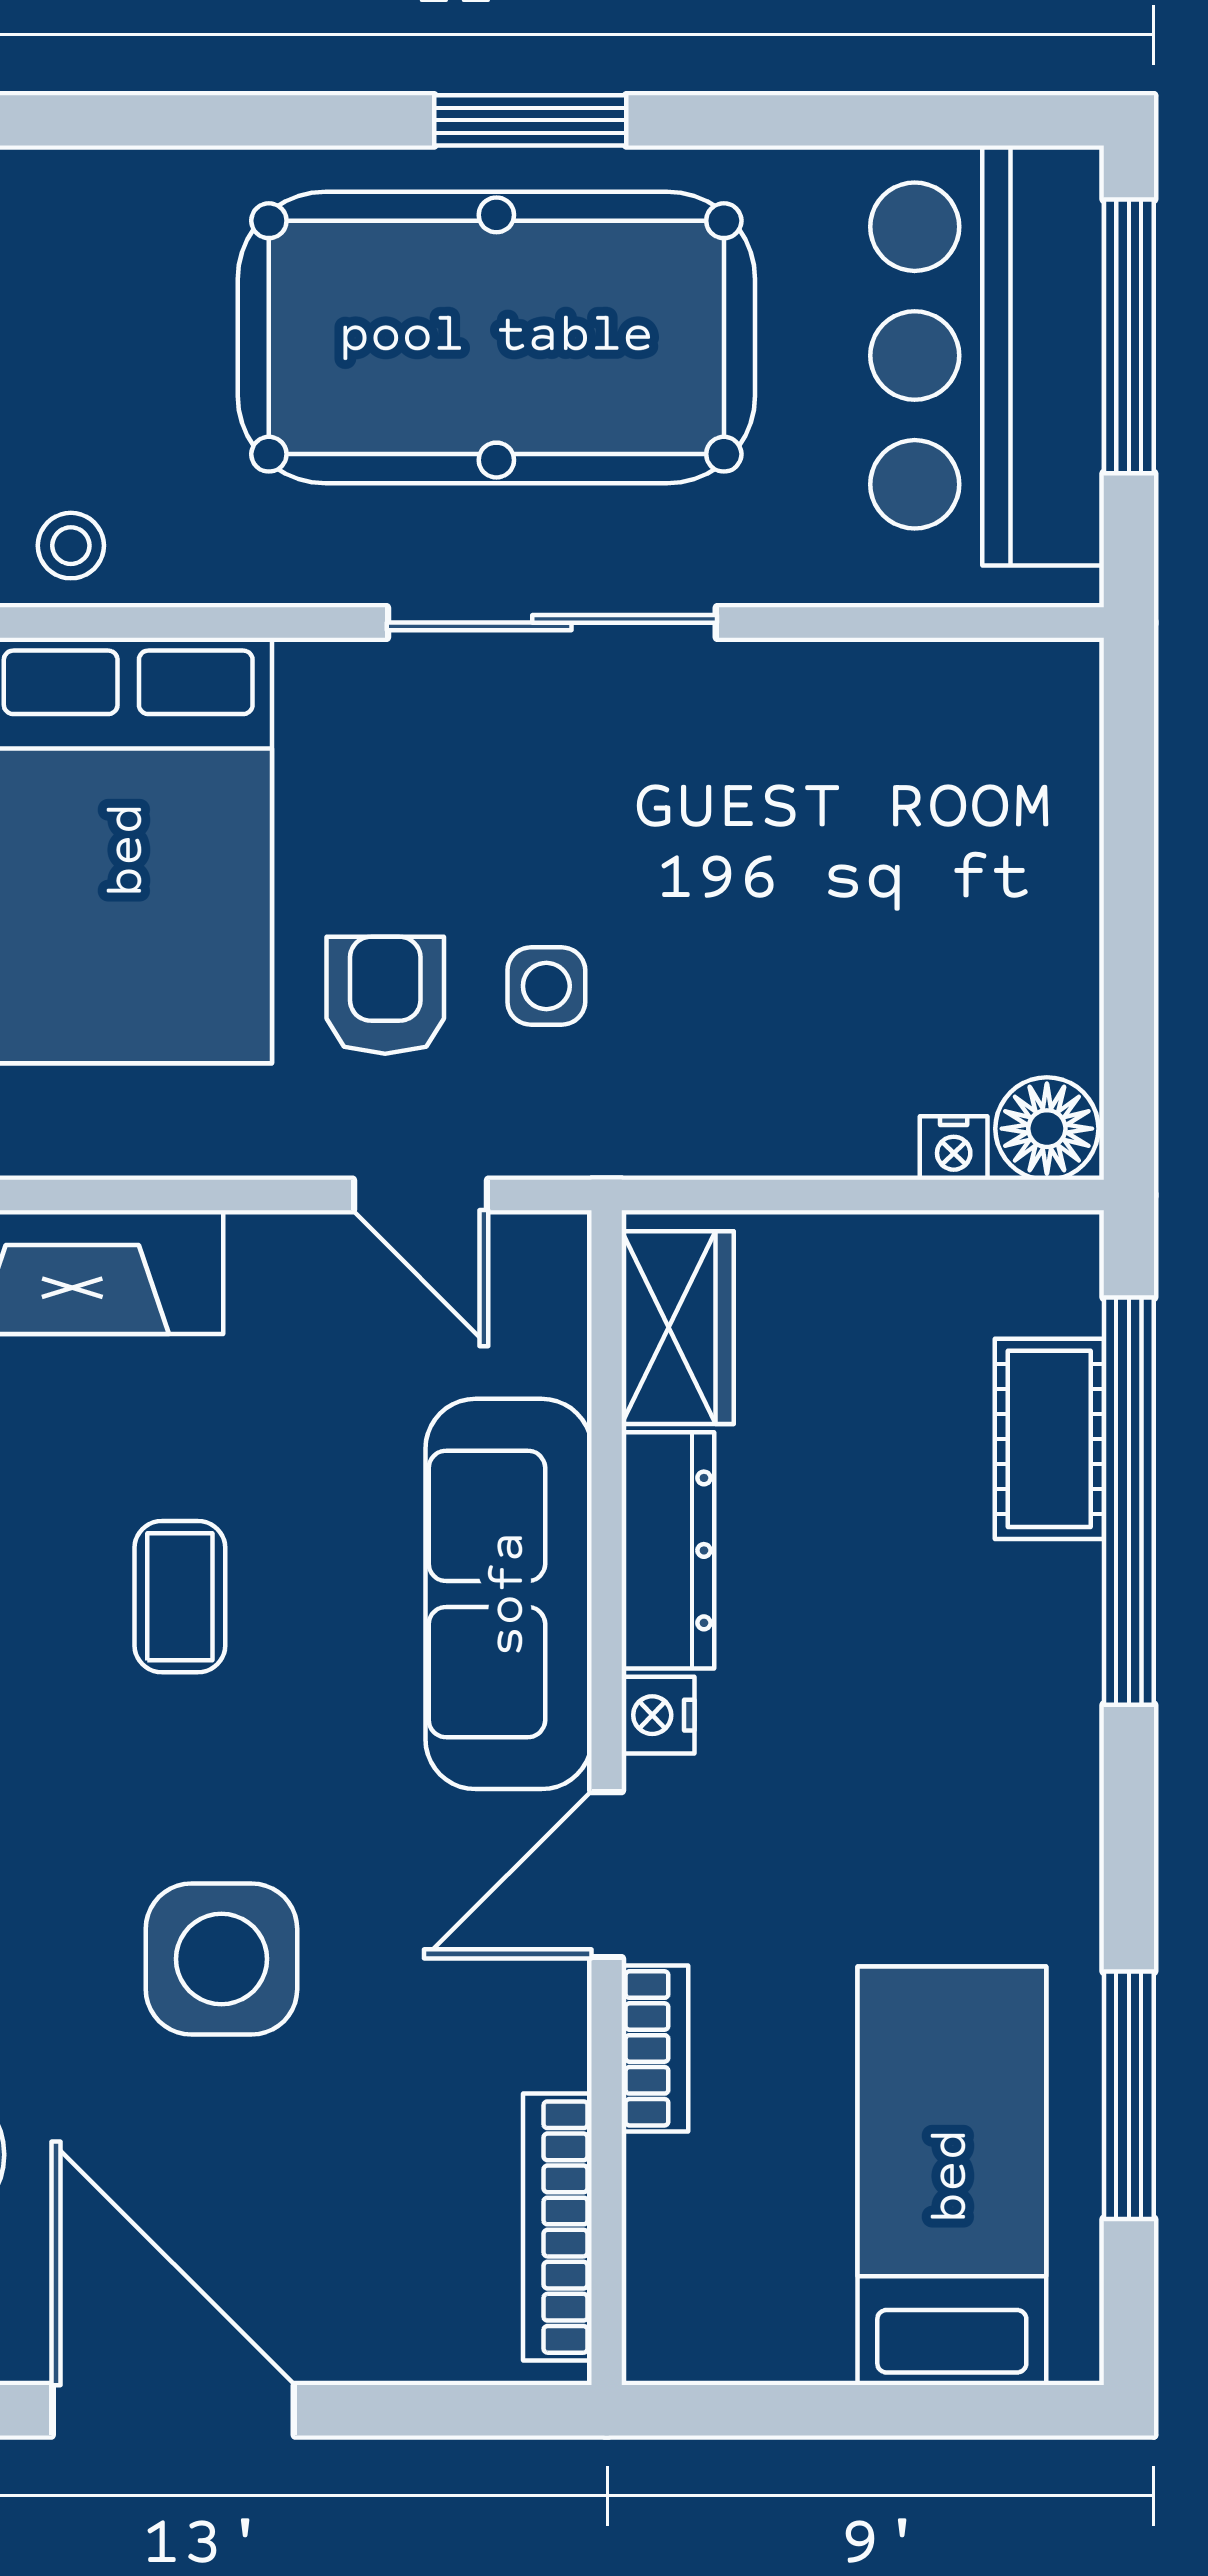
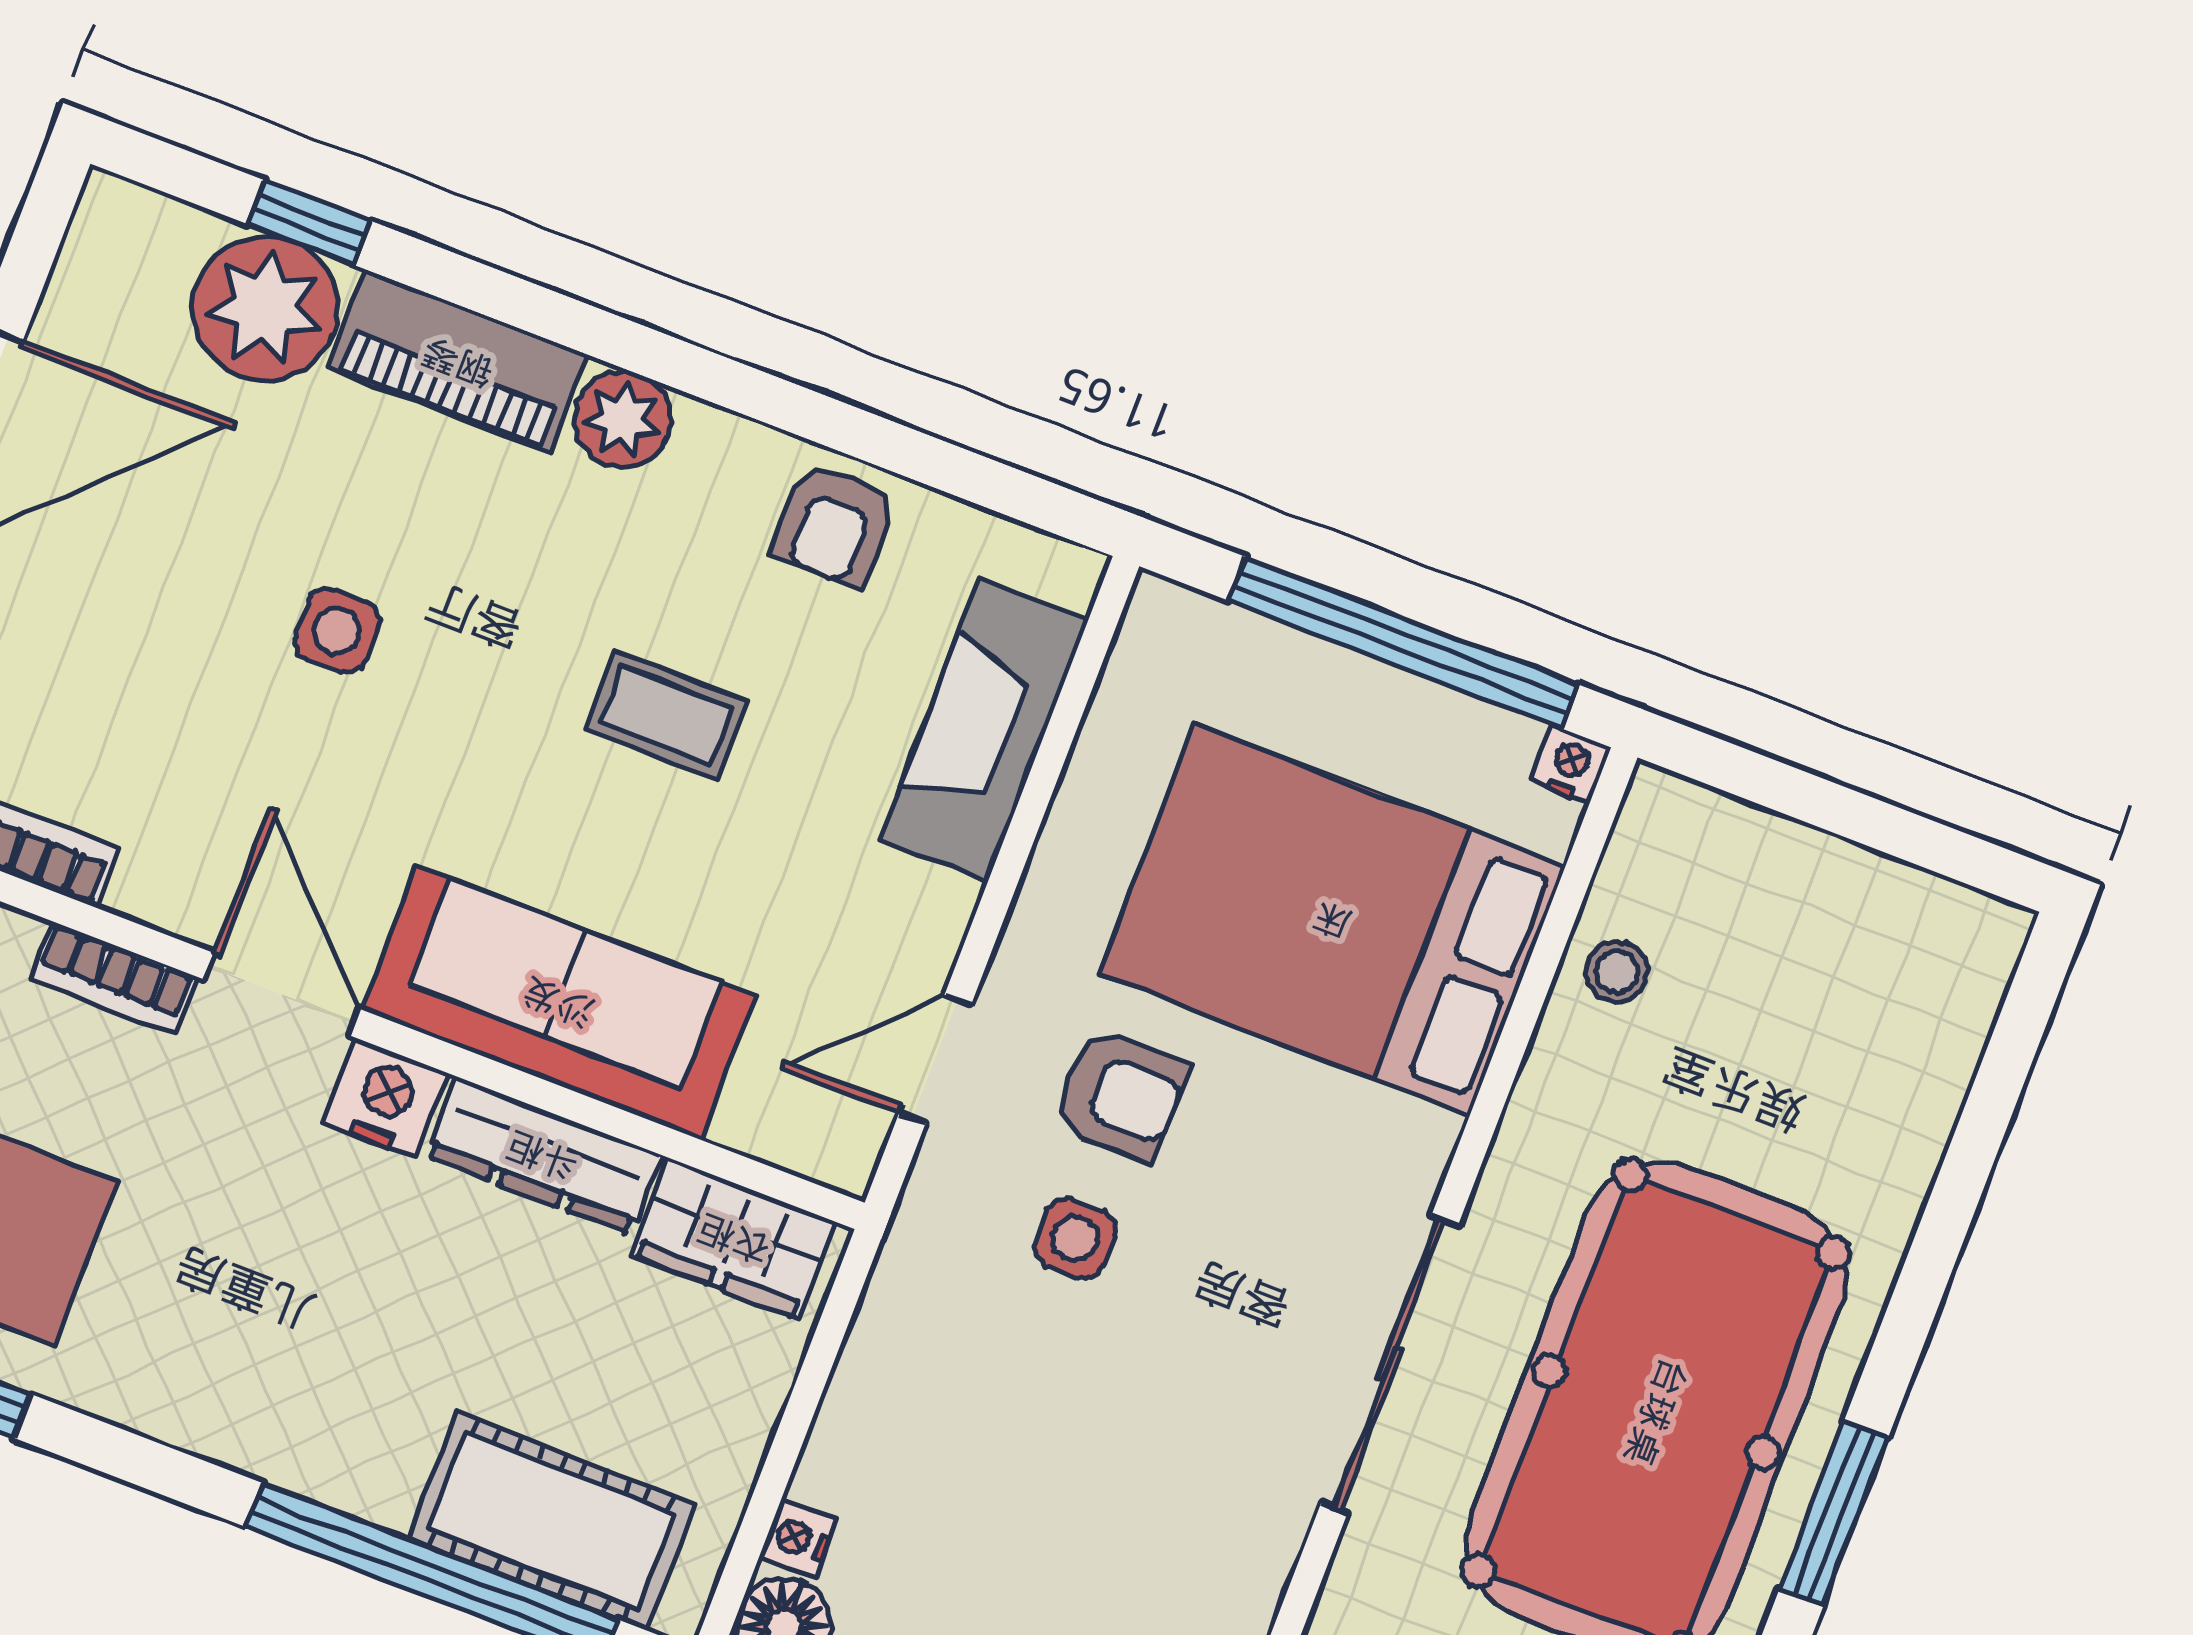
cot: (1049, 1439) -> (551, 1521), width x1.37, depth x1.34
nightstand: (658, 1715) -> (386, 1098), width x1.39, depth x1.35
side table: (221, 1959) -> (337, 631), width x0.54, depth x0.54

